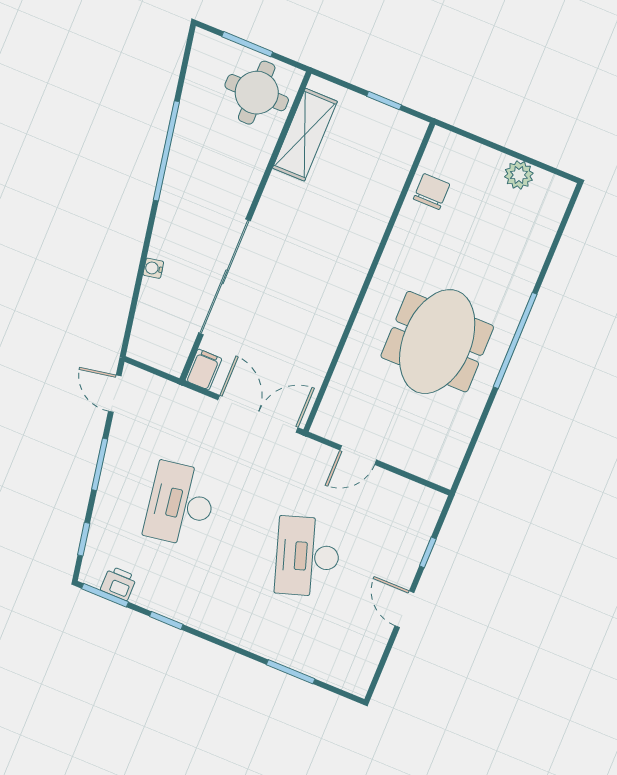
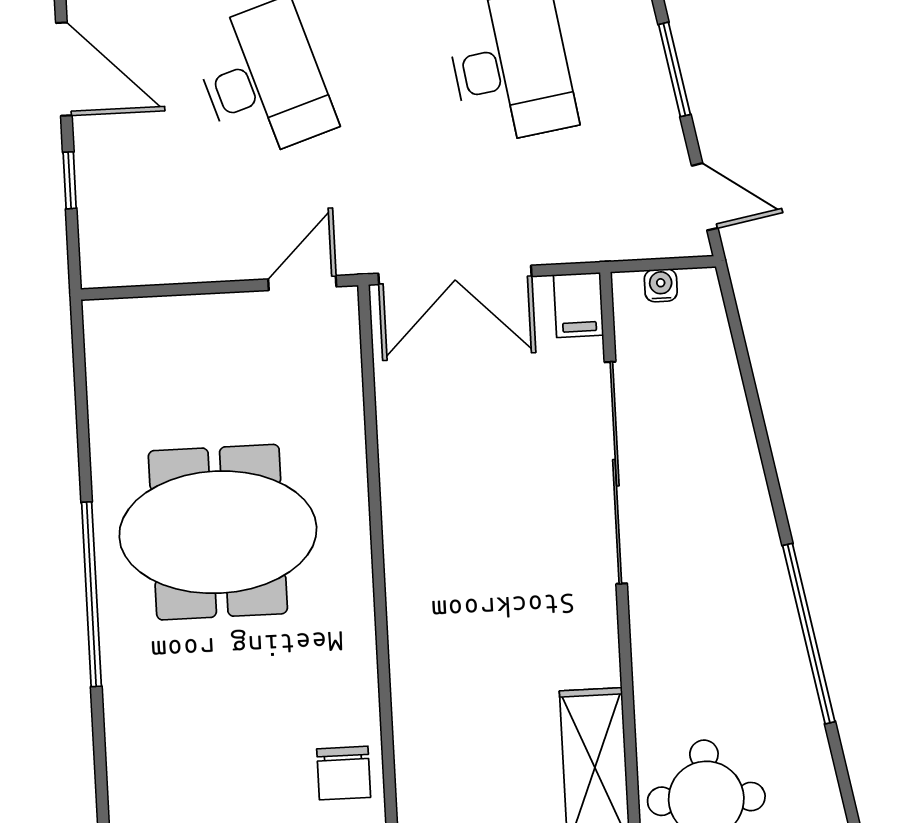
water cooler: (153, 268) -> (661, 285), moved, turned -80
meeting table: (437, 342) -> (218, 532), turned 90
door: (358, 455) -> (302, 283), moved
door: (404, 609) -> (64, 69), width x1.38

